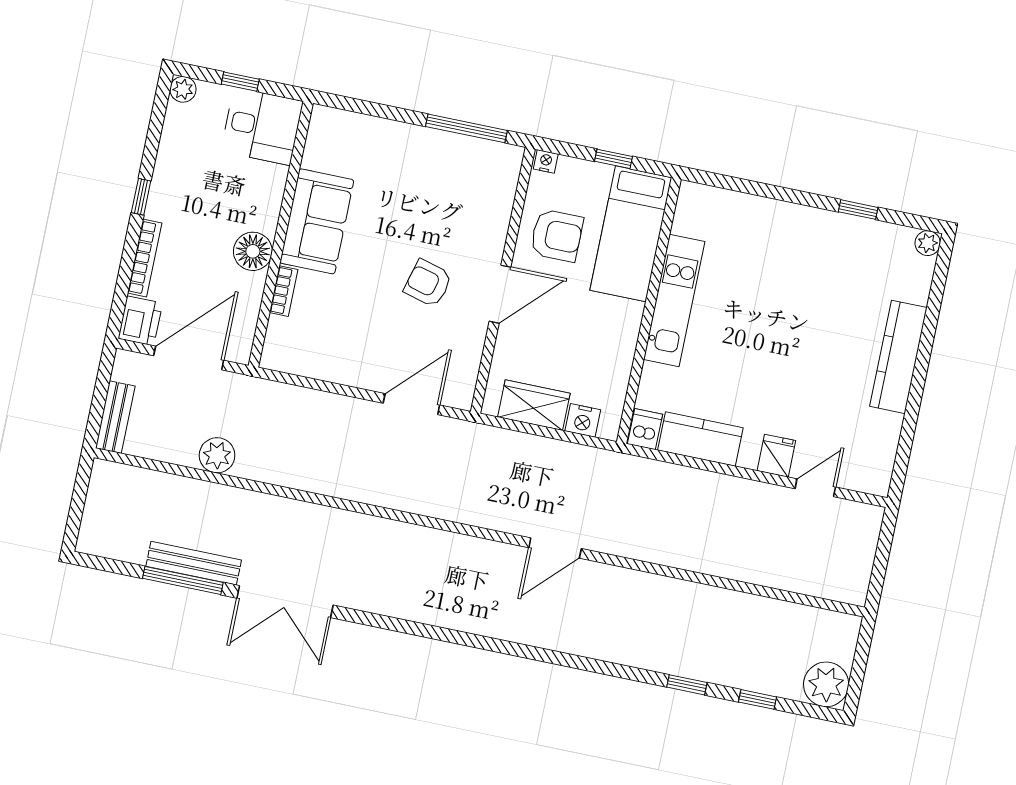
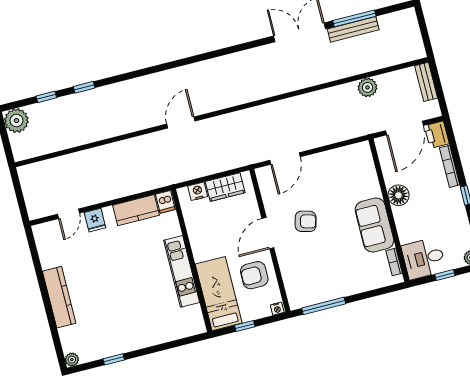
bookcase: (284, 291) -> (394, 262), moved

